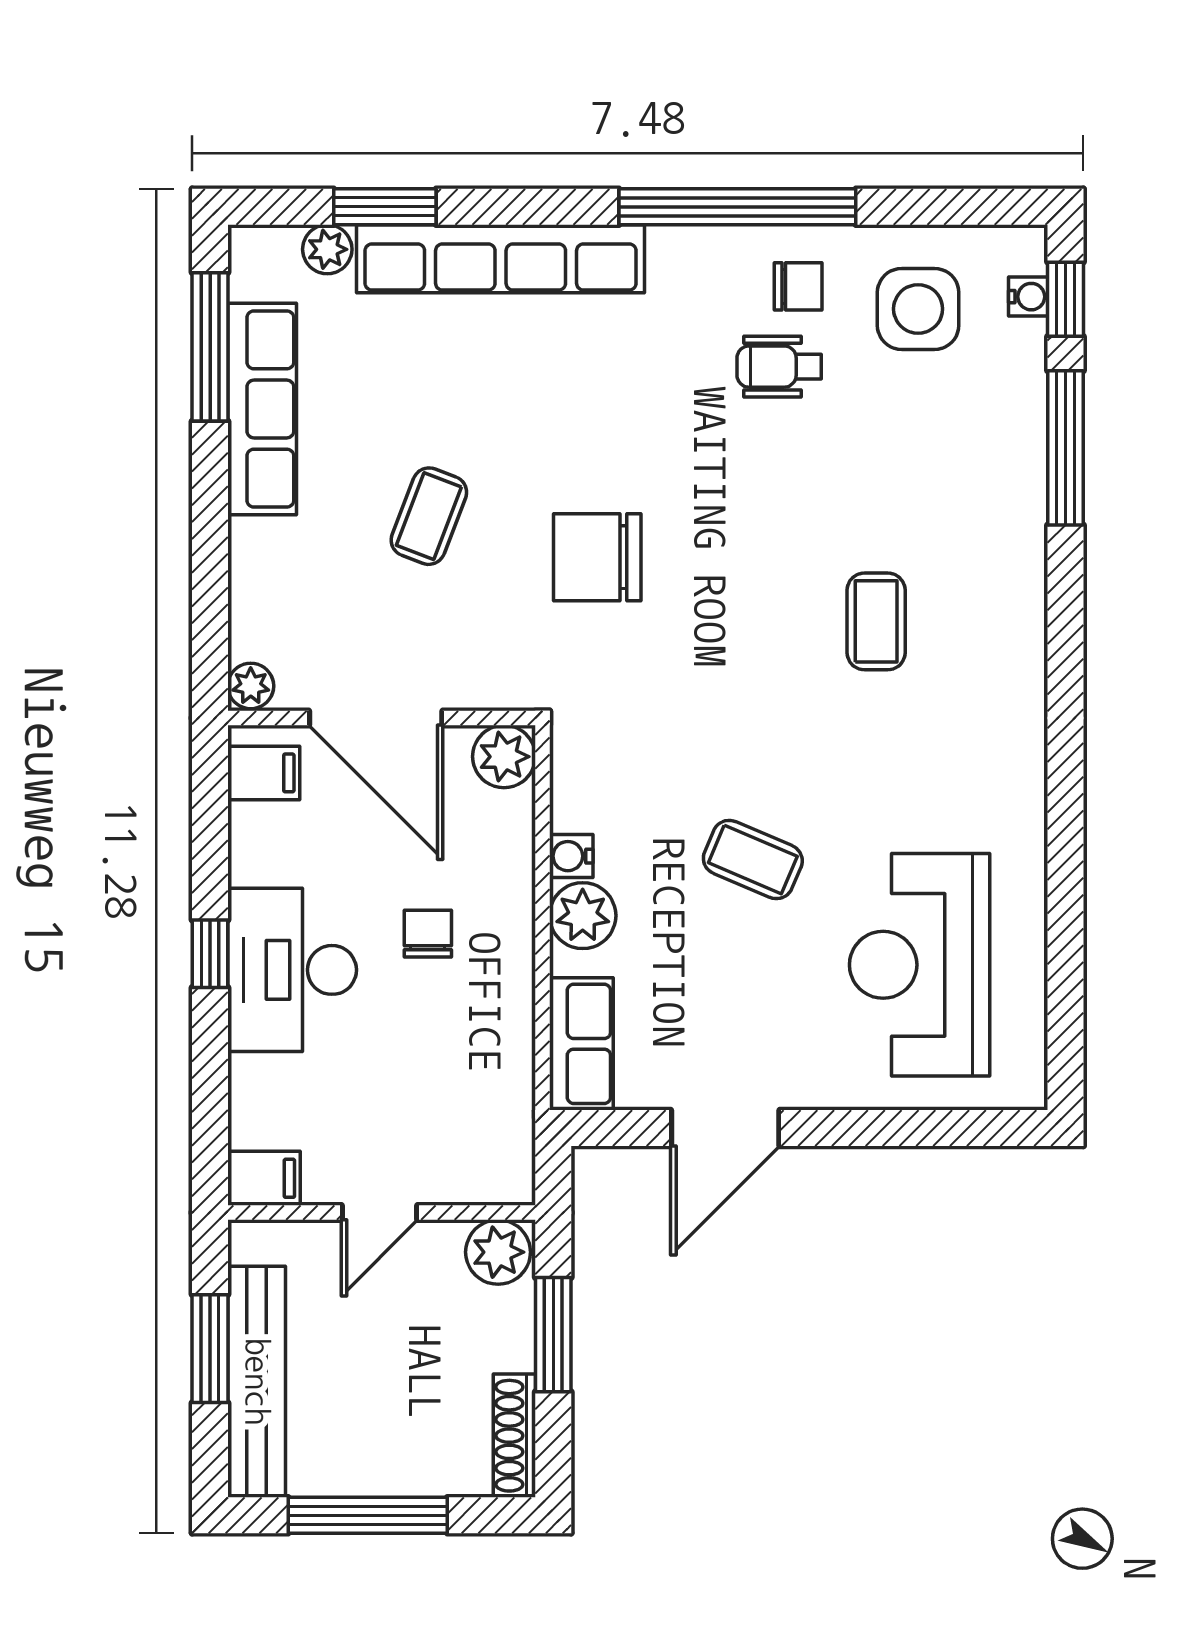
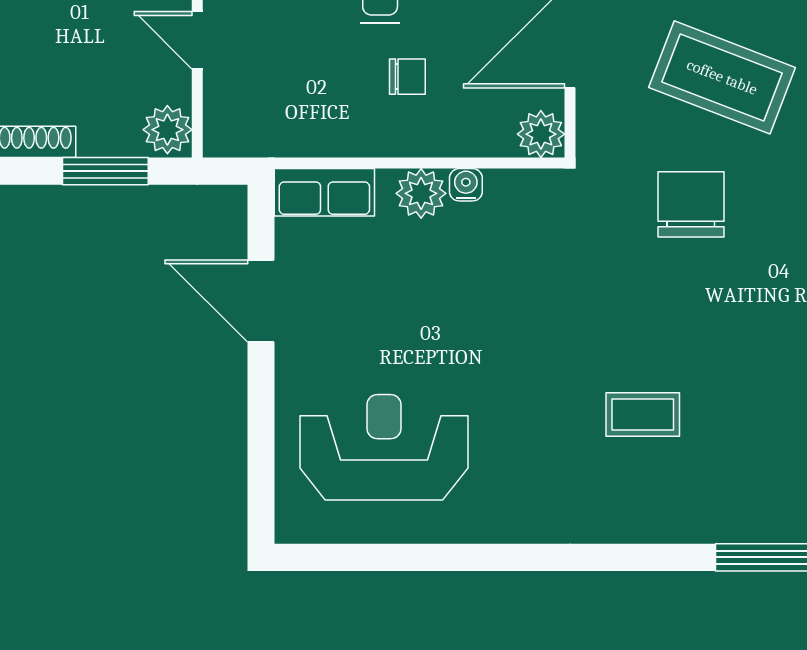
coffee table: (429, 516) -> (722, 77), width x1.86, depth x1.72
coffee table: (753, 860) -> (463, 322), removed

